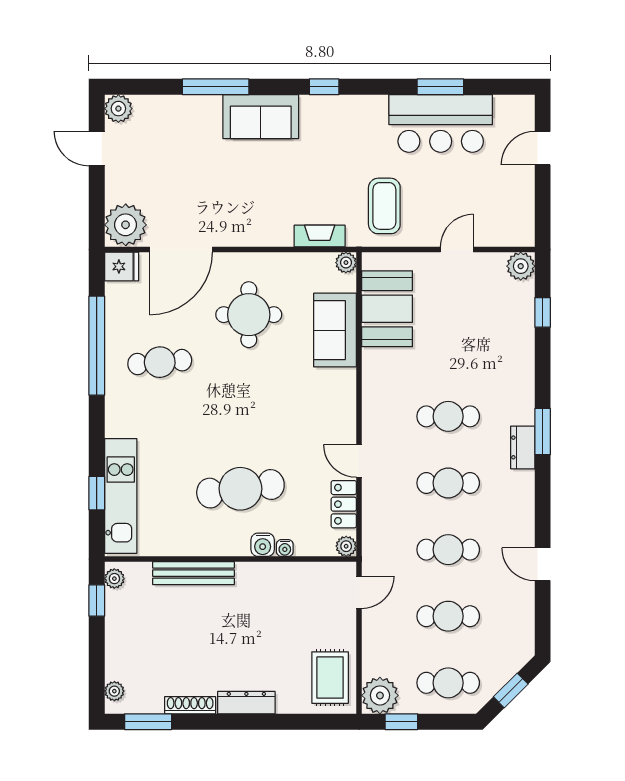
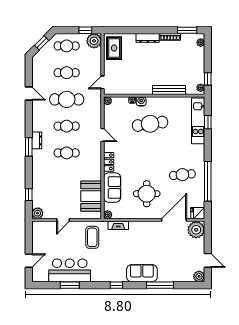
locker: (344, 504) -> (109, 162), moved
cafe table: (448, 550) -> (67, 99), width x1.37, depth x1.35

